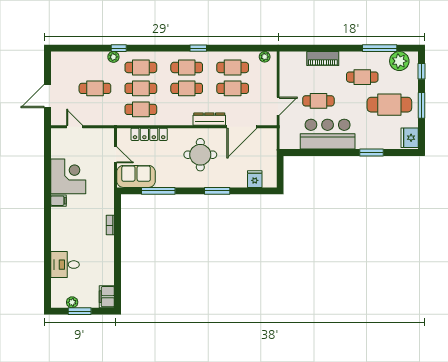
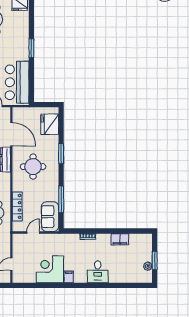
bar counter: (328, 134) -> (17, 82), moved
window: (371, 153) -> (31, 48), moved
fridge: (255, 179) -> (50, 124), width x1.88, depth x1.34
desk: (65, 265) -> (98, 272), moved
filing cabinet: (107, 297) -> (120, 239), moved

